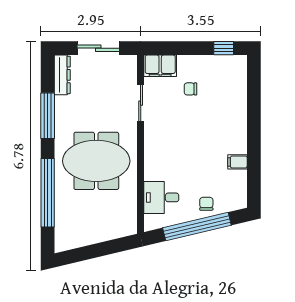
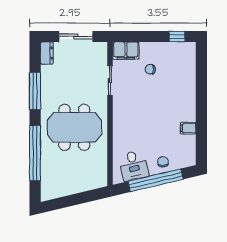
dresser: (62, 75) -> (47, 53), width x0.70
desk: (161, 197) -> (134, 166), moved, turned -103

